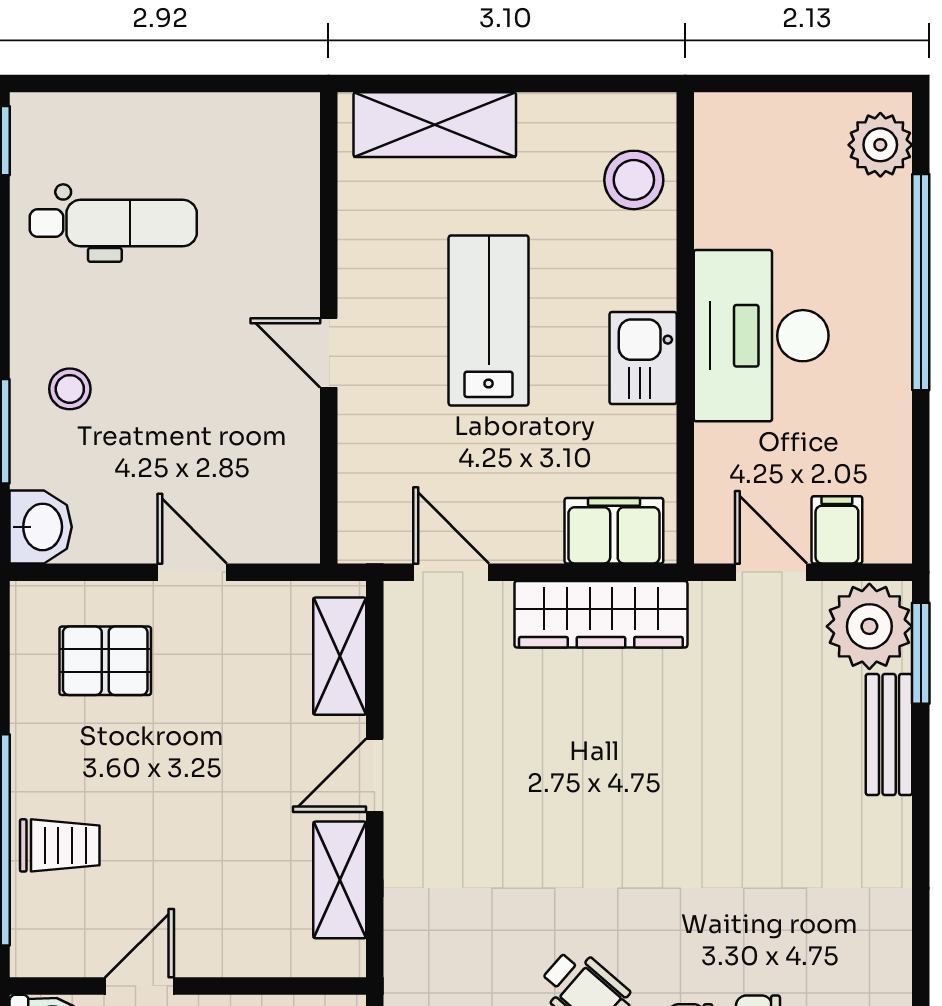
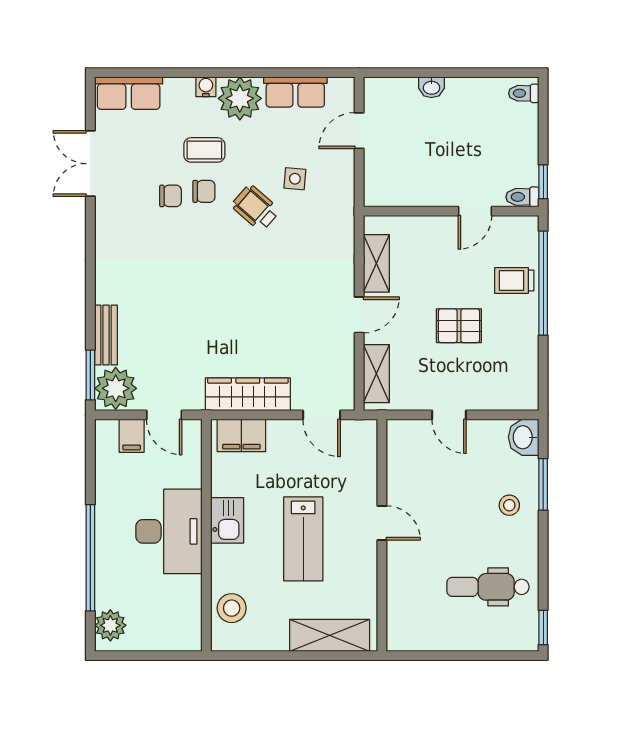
pallet: (105, 661) -> (459, 326), moved

